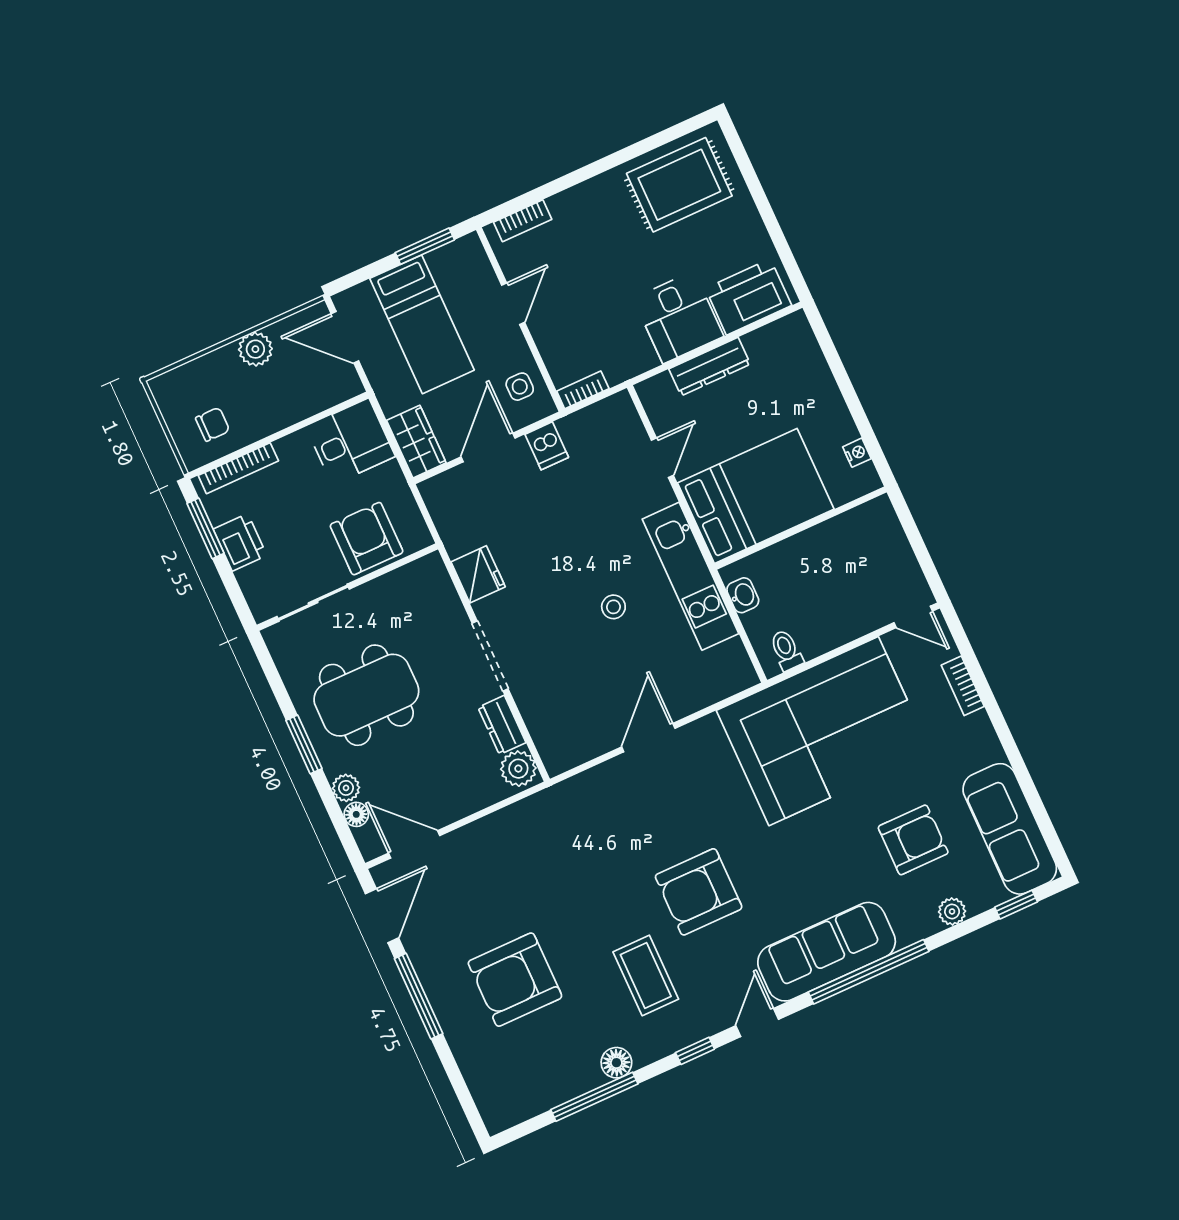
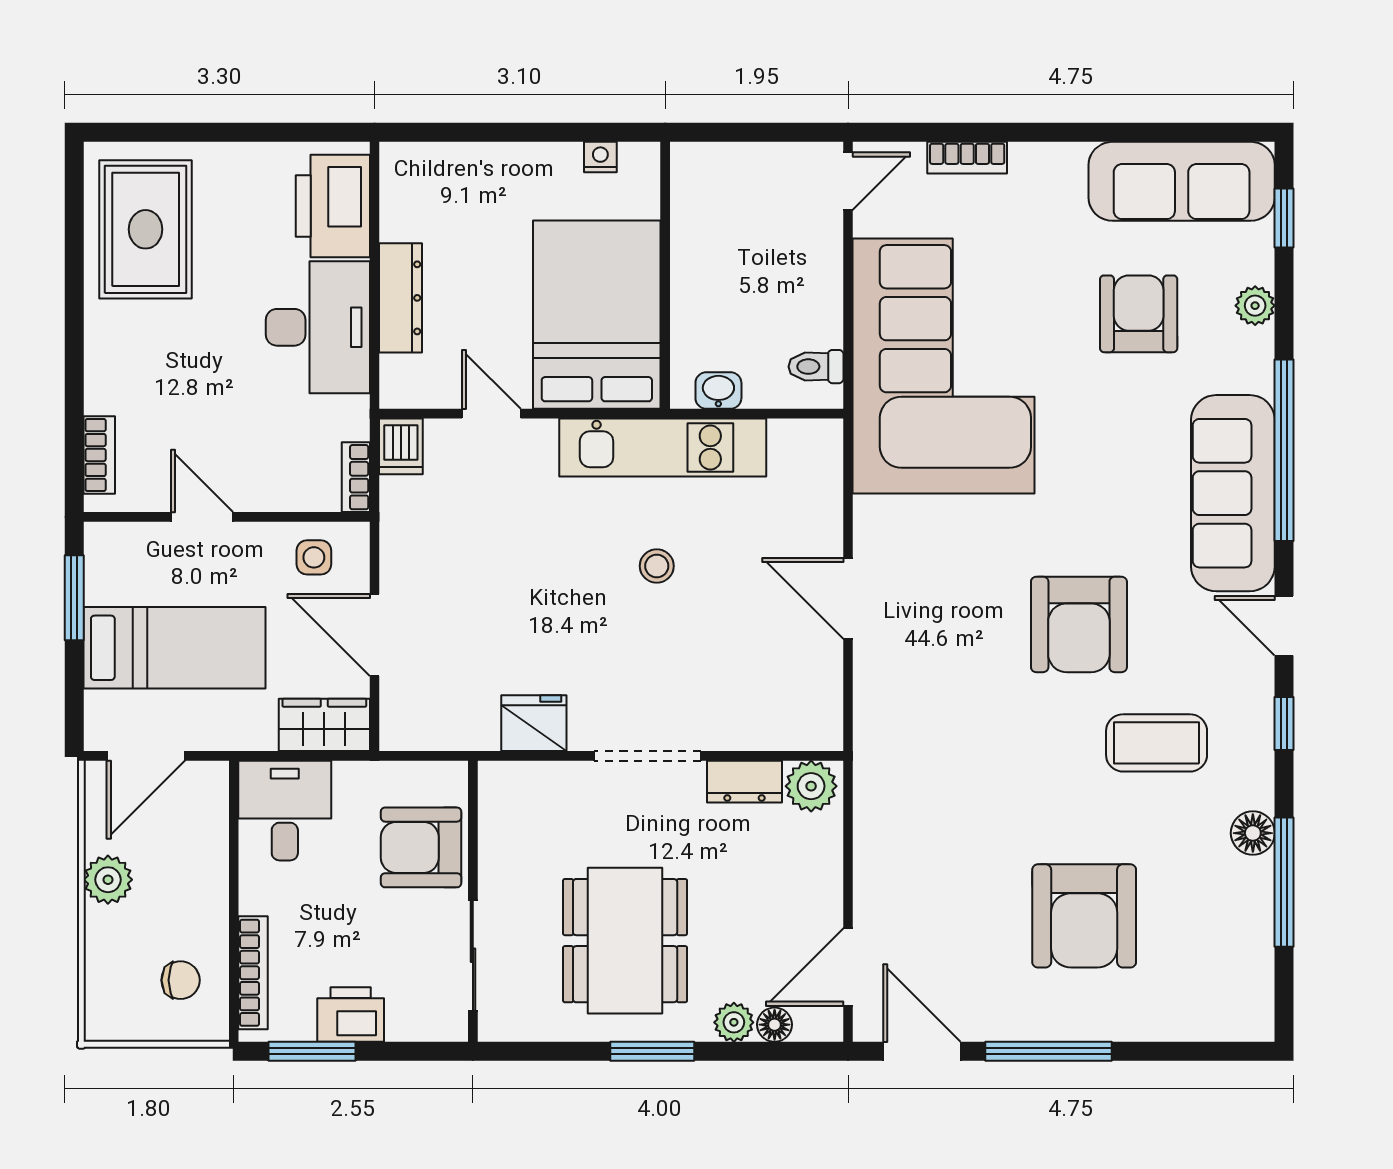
desk: (678, 317) -> (318, 327), width x1.37
chair: (213, 424) -> (181, 980), turned 90
dishwasher: (547, 446) -> (401, 446), moved, turned 90

